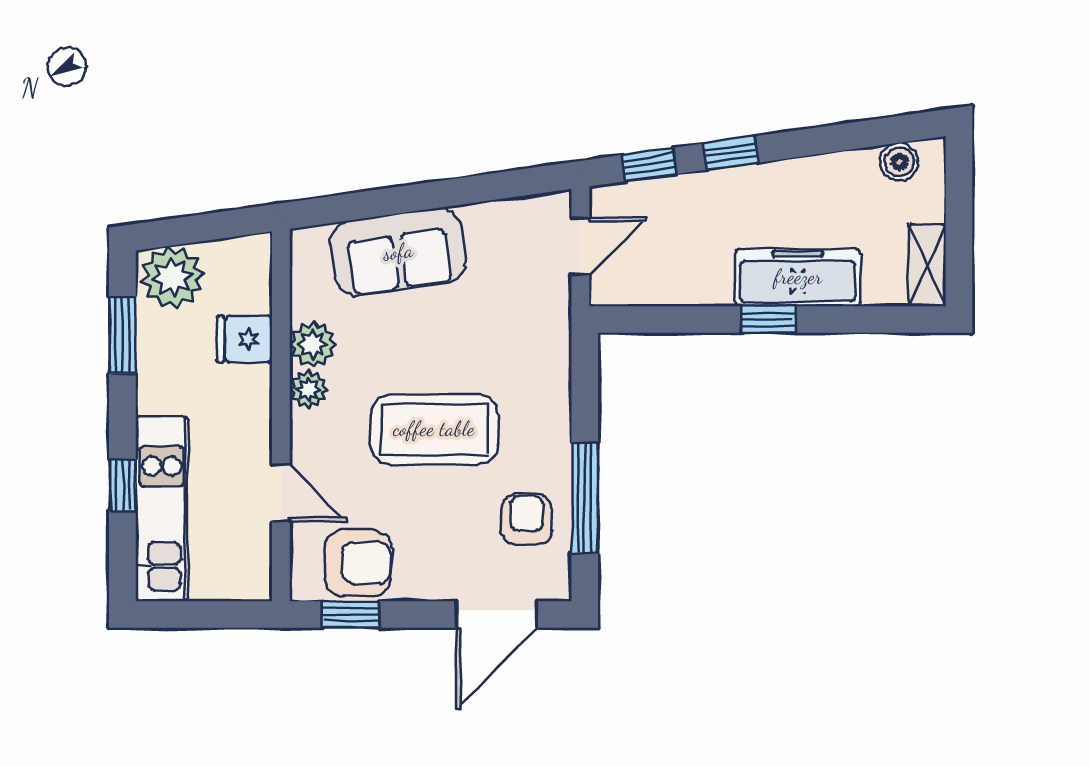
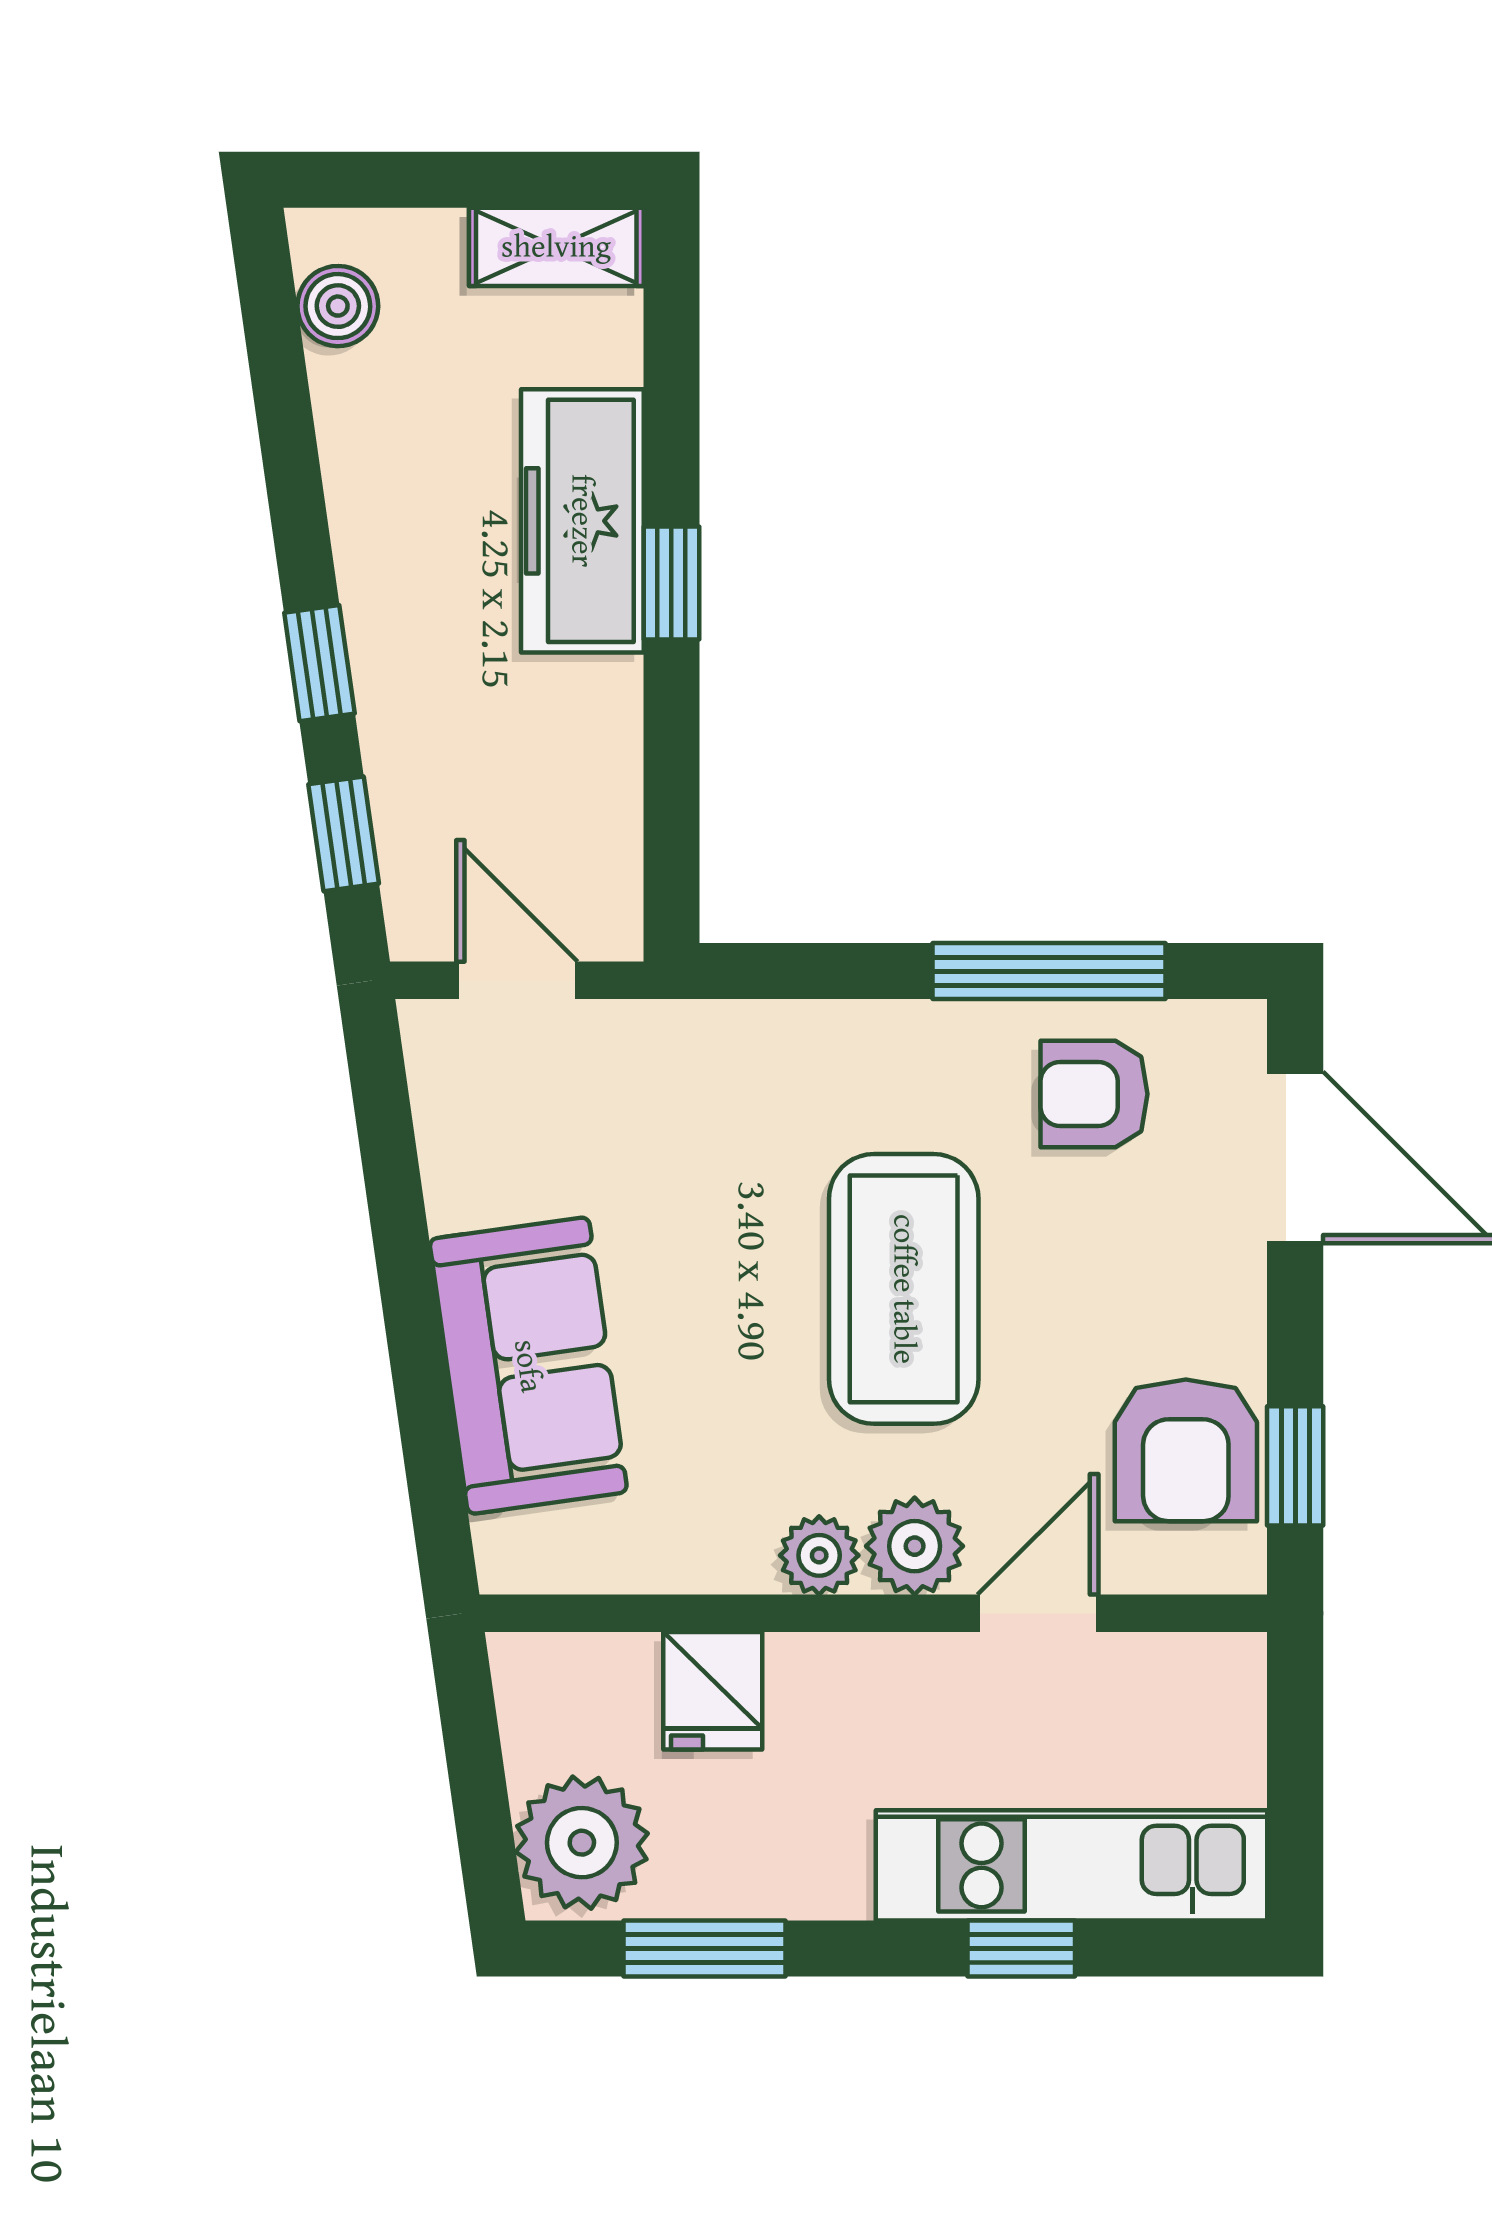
plant: (313, 344) -> (915, 1546), moved
armchair: (358, 563) -> (1186, 1450), turned 180

